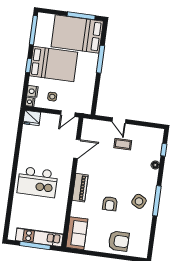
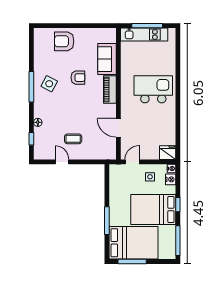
door: (119, 121) -> (62, 162), moved
door: (77, 149) -> (118, 128), hinge flipped
armchair: (110, 204) -> (78, 78), turned 90
sofa: (77, 233) -> (107, 59), moved

